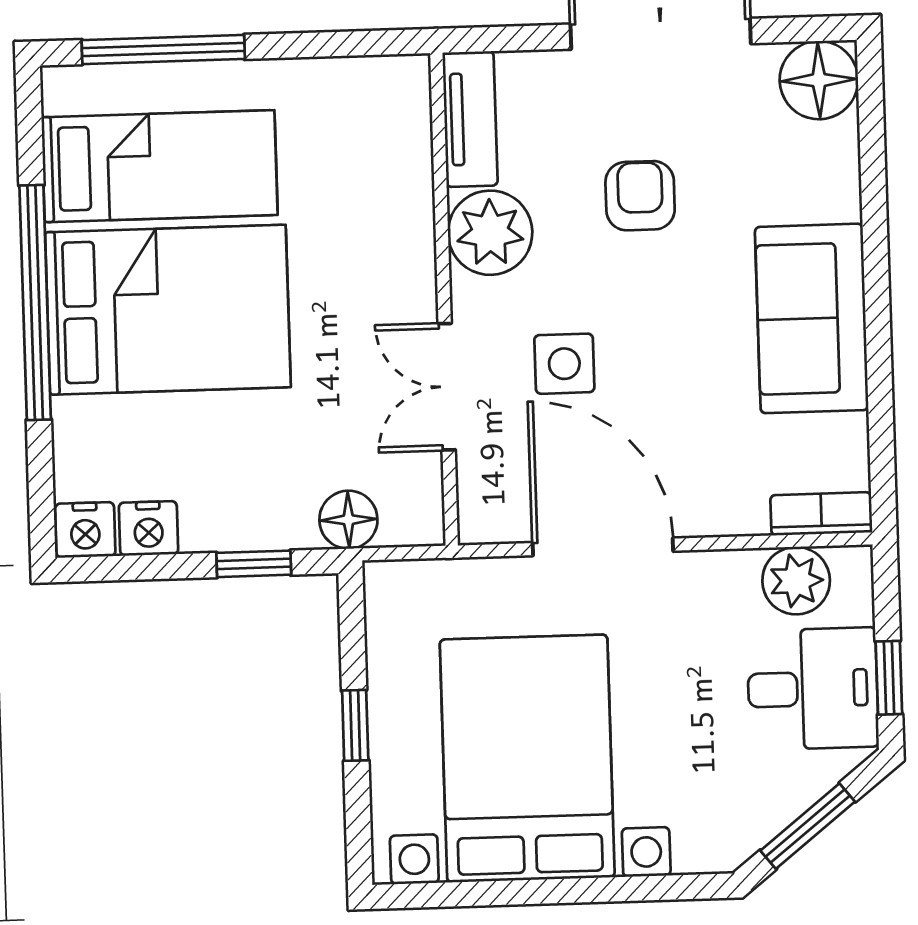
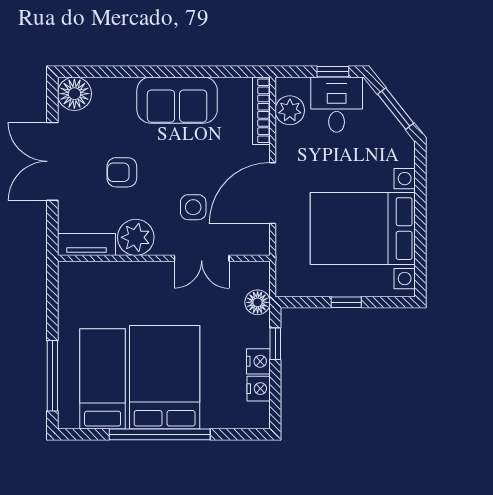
bookcase: (821, 514) -> (261, 111), width x1.56
nightstand: (85, 530) -> (258, 361), moved

